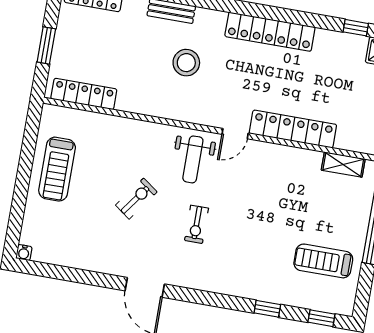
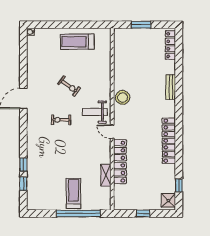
stool: (186, 63) -> (123, 97), moved
locker: (84, 94) -> (119, 49), removed
shelving: (343, 165) -> (106, 175), moved
treadmill: (323, 261) -> (73, 193), moved
window: (321, 318) -> (23, 184), moved

